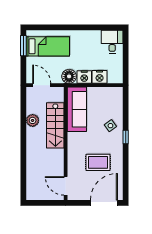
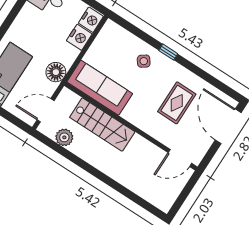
nightstand: (84, 77) -> (91, 20), moved
plant: (33, 120) -> (64, 137), moved

